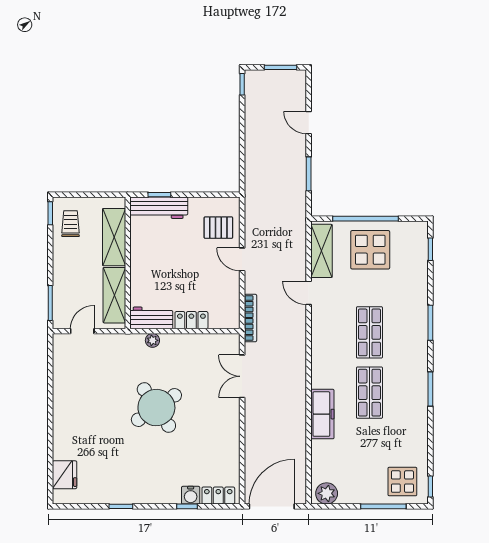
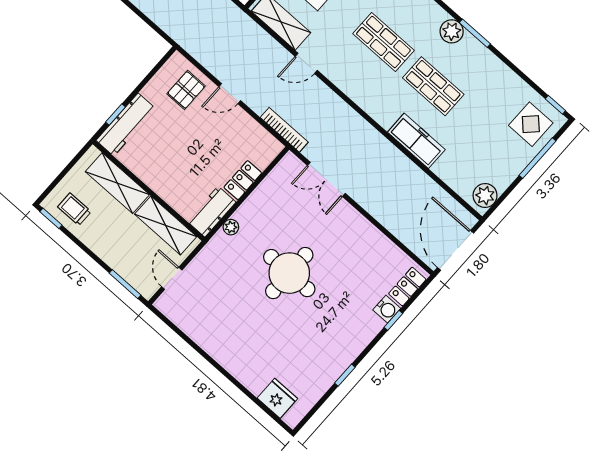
plant: (418, 372) -> (452, 31), added
round table: (156, 408) -> (289, 273), turned 34

